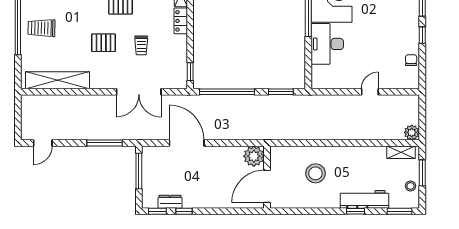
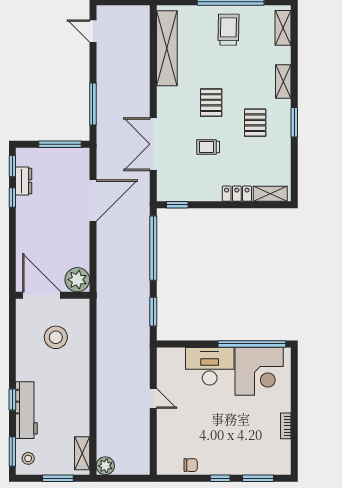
door: (370, 92) -> (153, 398), moved
stool: (315, 173) -> (56, 337), moved
stool: (410, 186) -> (28, 458), moved

